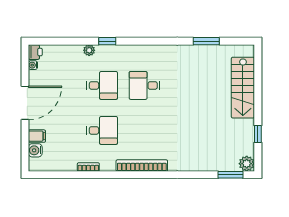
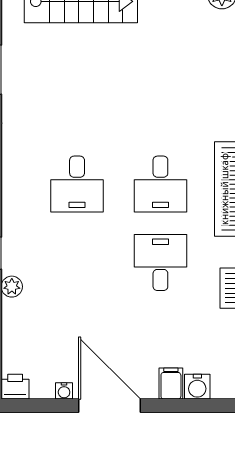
water cooler: (33, 65) -> (64, 391), moved
desk: (102, 85) -> (160, 184), moved, turned 180

